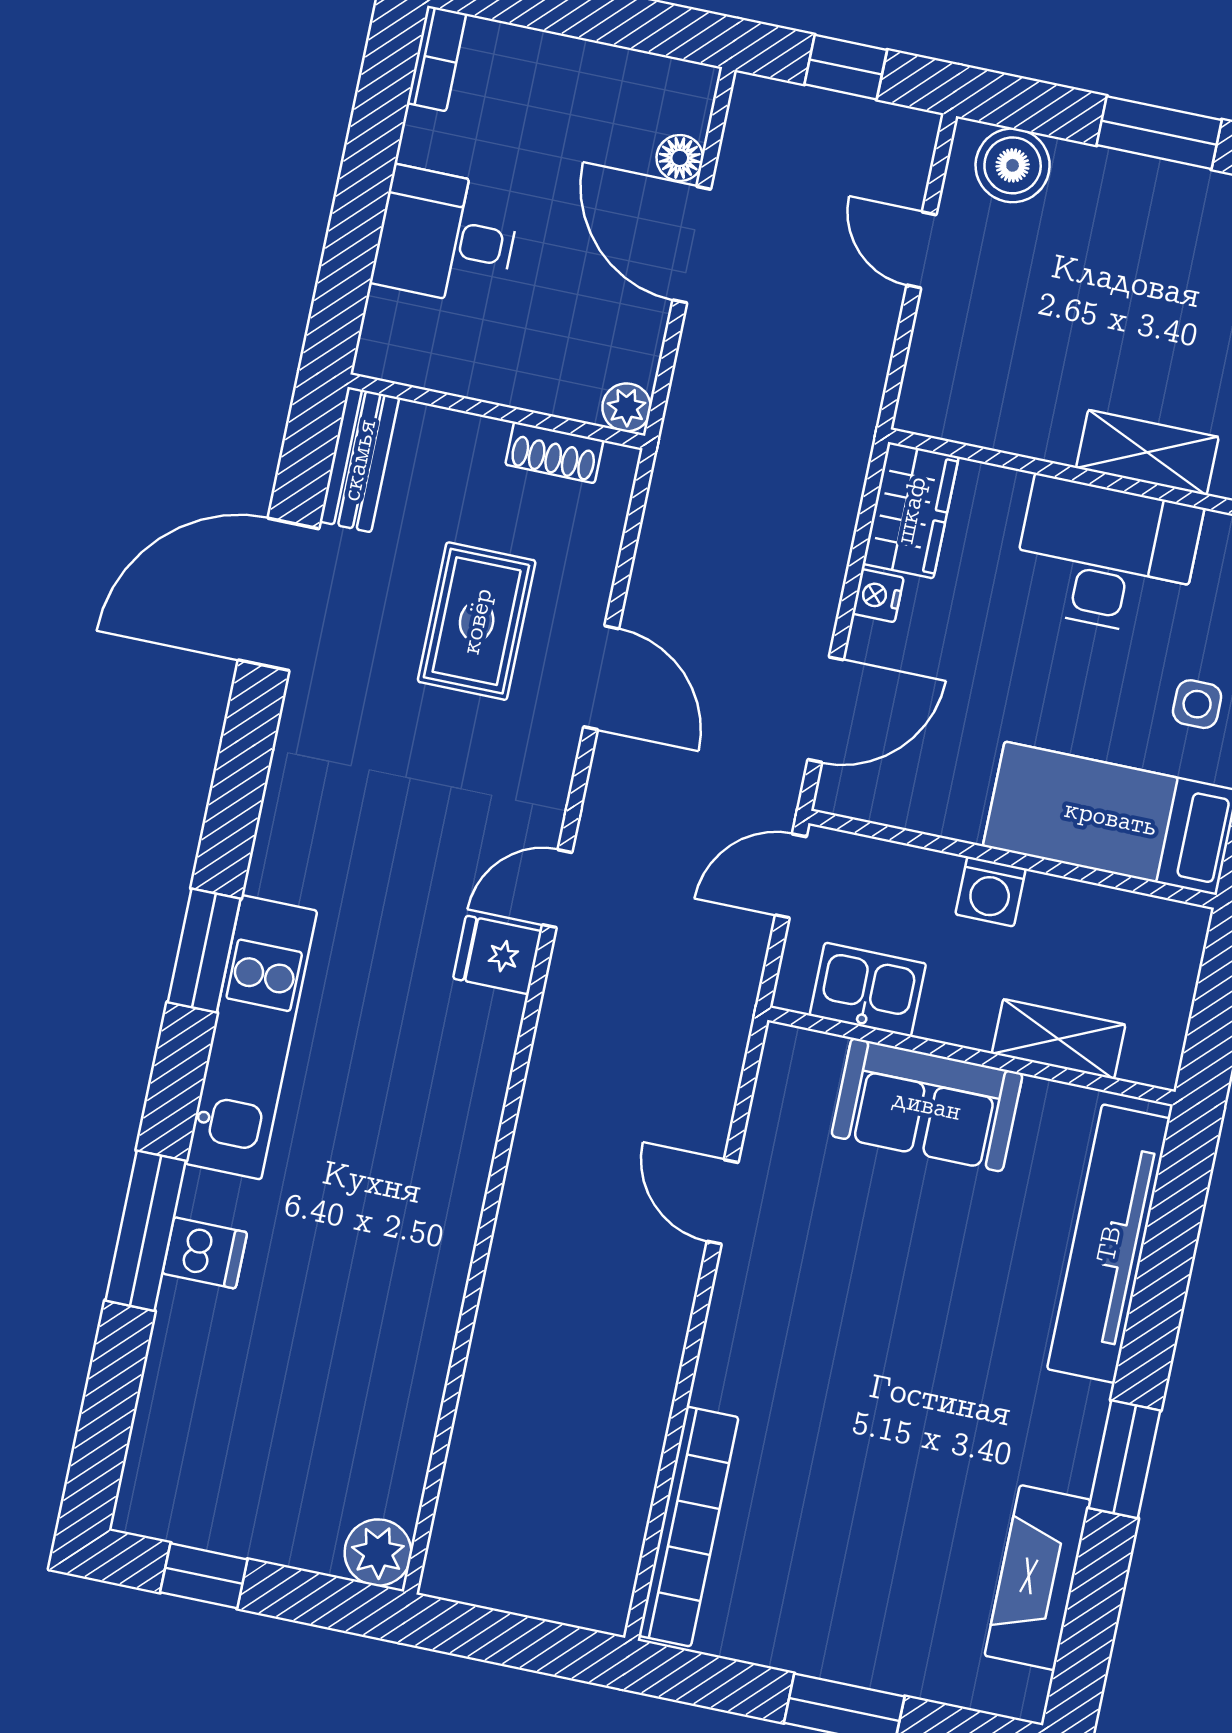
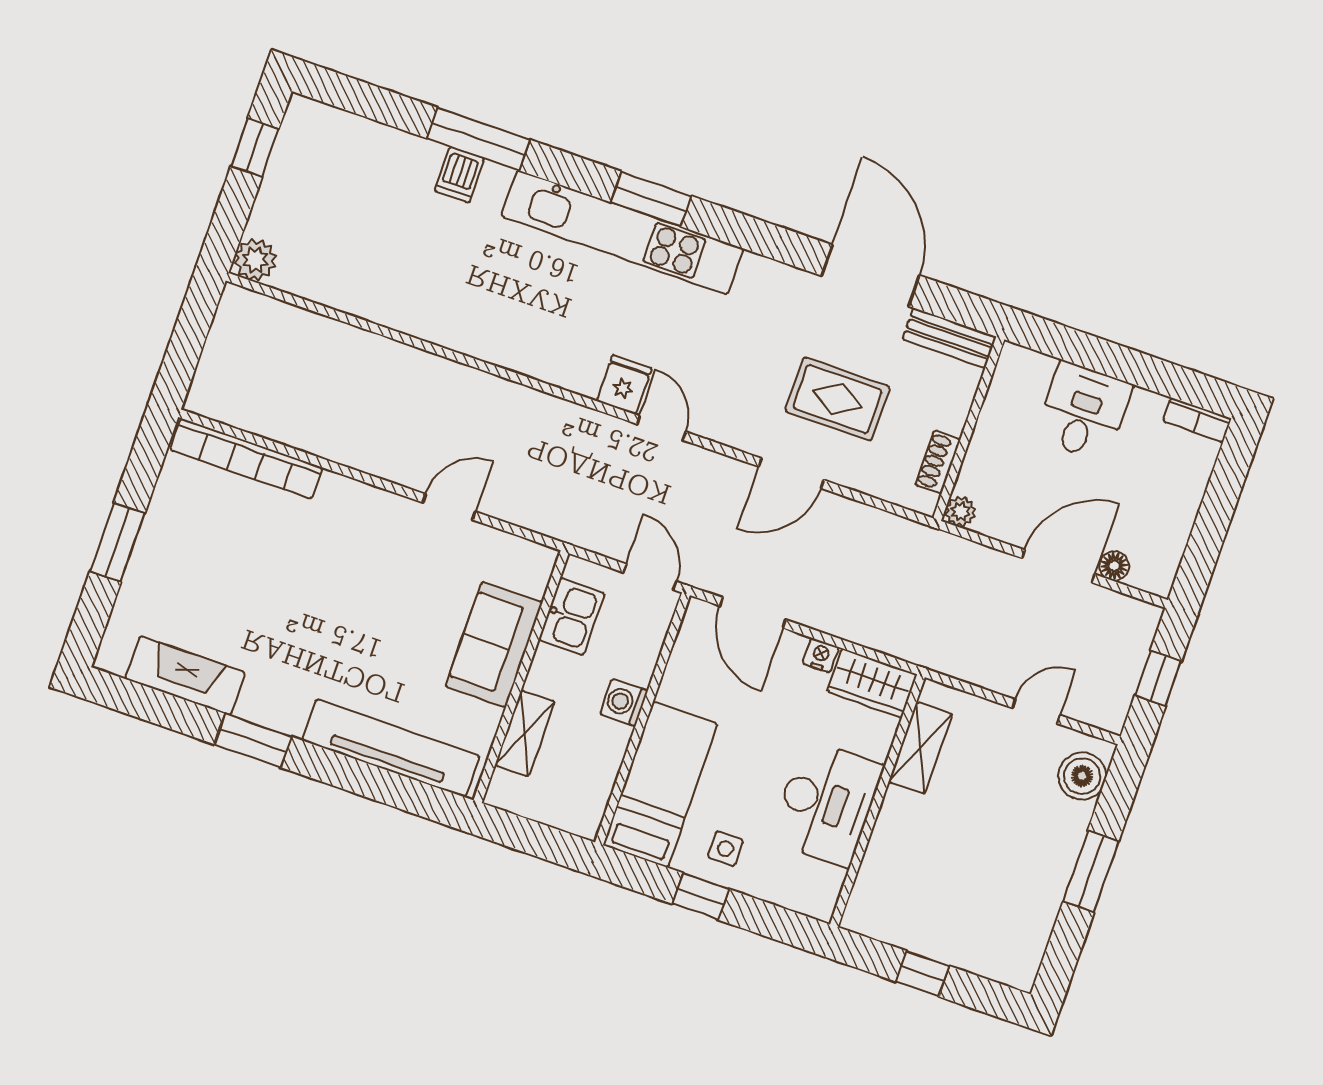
shelving: (1147, 452) -> (920, 748), moved
kitchen unit: (251, 1037) -> (622, 232), width x1.36

